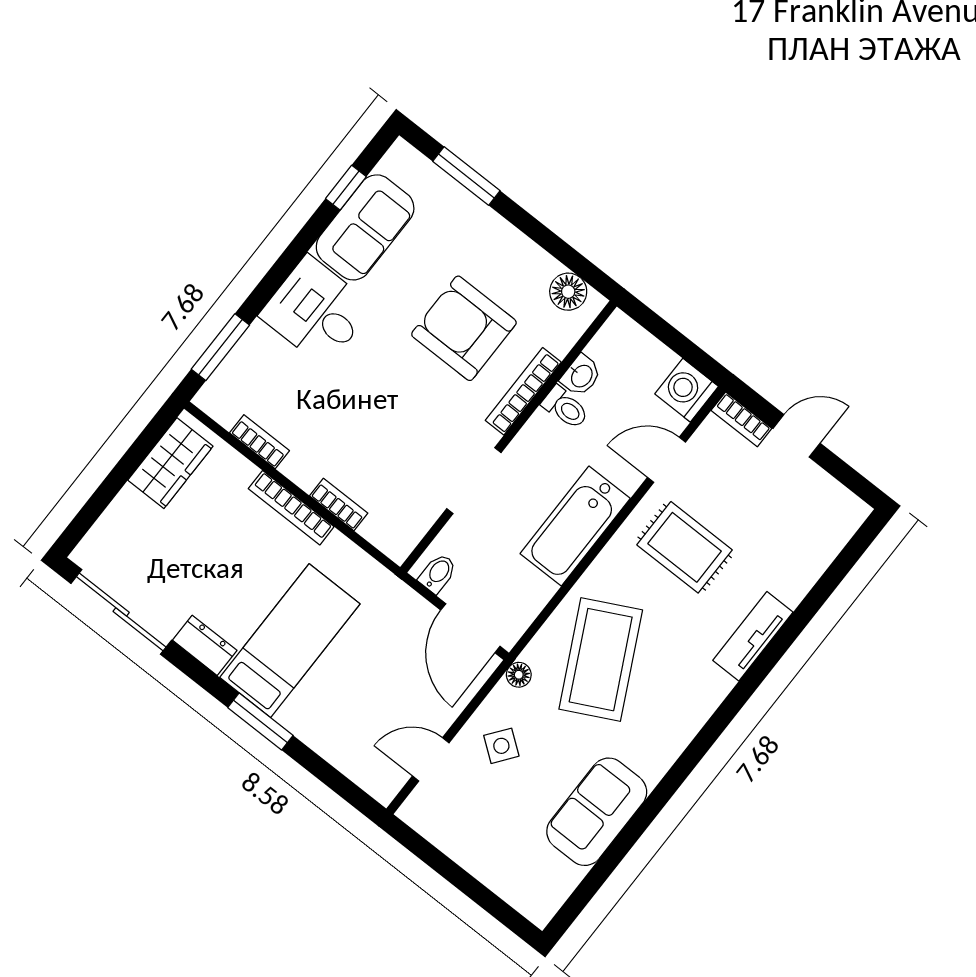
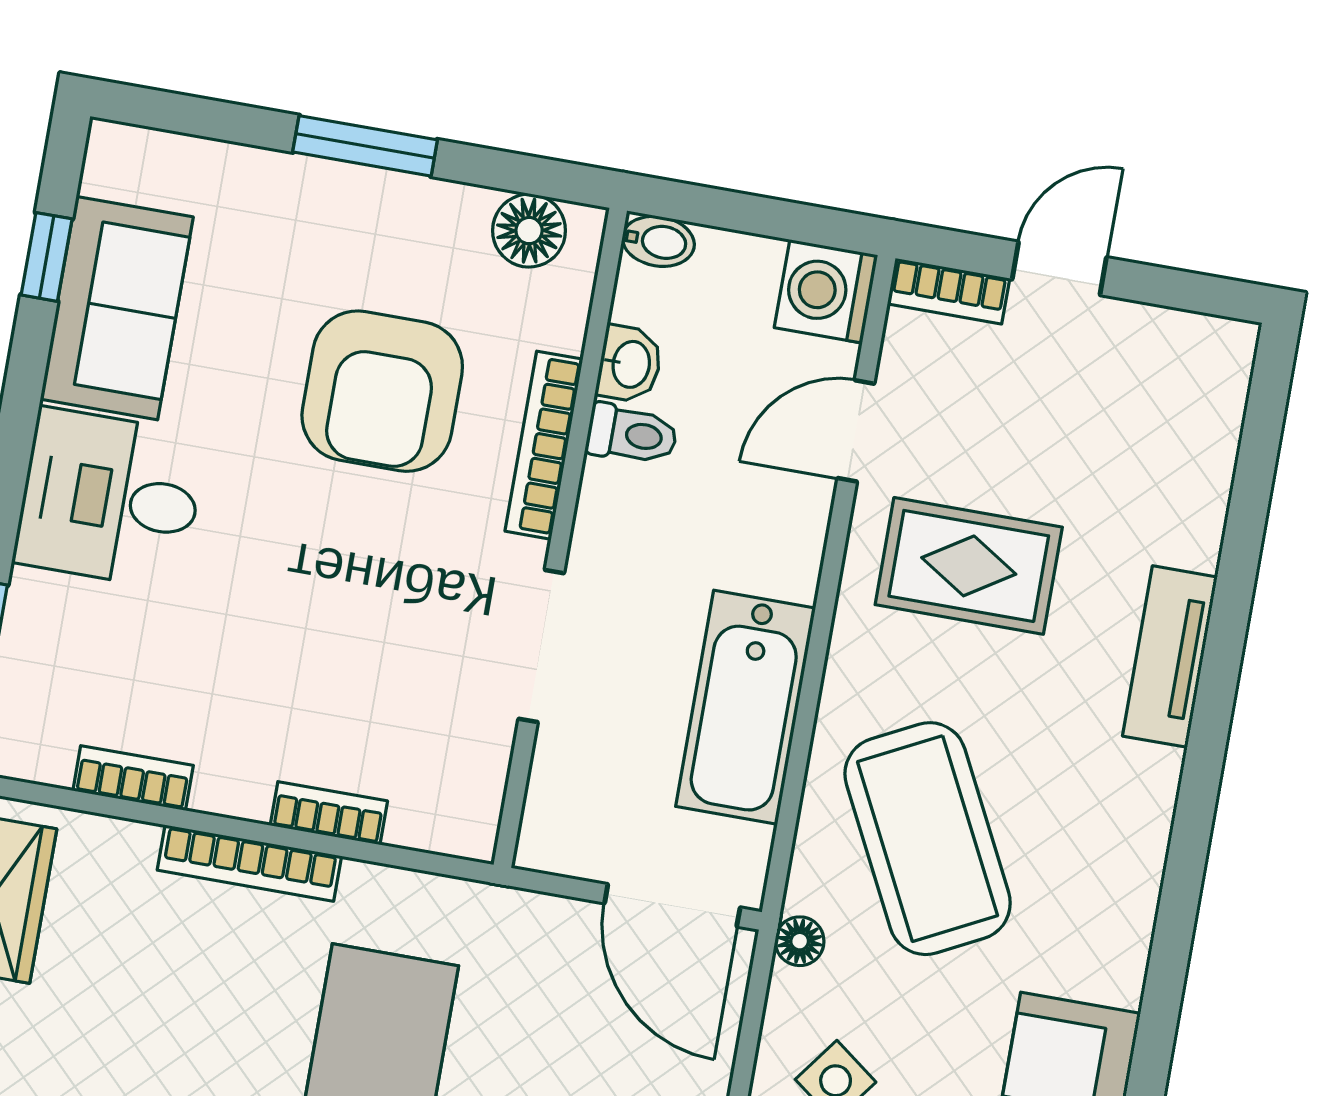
window: (466, 176) -> (365, 146), moved
armchair: (464, 328) -> (382, 391), turned -90
bathtub: (575, 526) -> (746, 707), moved
bidet: (438, 573) -> (658, 241), moved, turned 90

